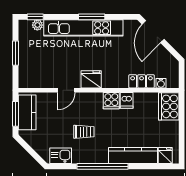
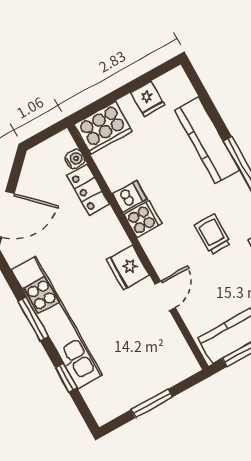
window: (35, 17) -> (66, 378), moved
plant: (37, 25) -> (91, 394), removed
door: (66, 90) -> (165, 296), hinge flipped
fridge: (165, 155) -> (148, 99), moved, turned -90

